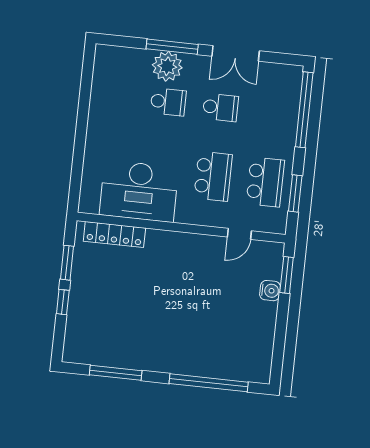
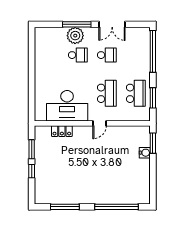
door: (239, 234) -> (100, 123), moved
locker: (114, 235) -> (62, 131), width x0.66

